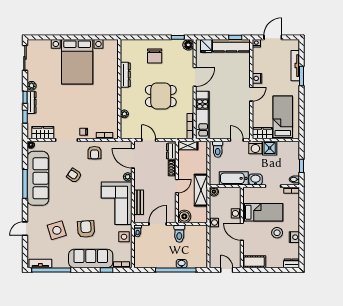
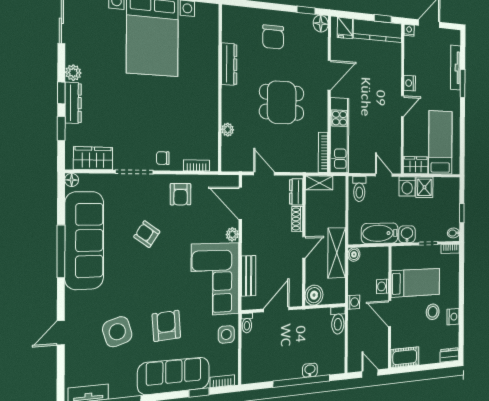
toilet: (179, 234) -> (338, 320), moved

